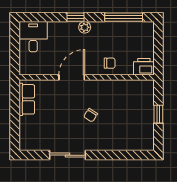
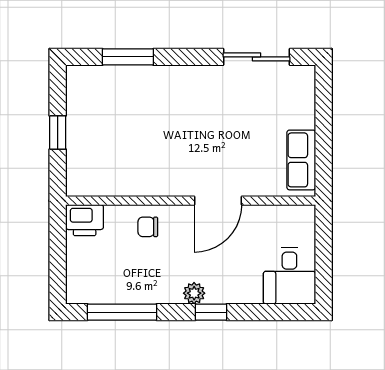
chair: (91, 115) -> (183, 131), removed
sliding door: (68, 155) -> (256, 57), moved
window: (120, 155) -> (128, 57), added

